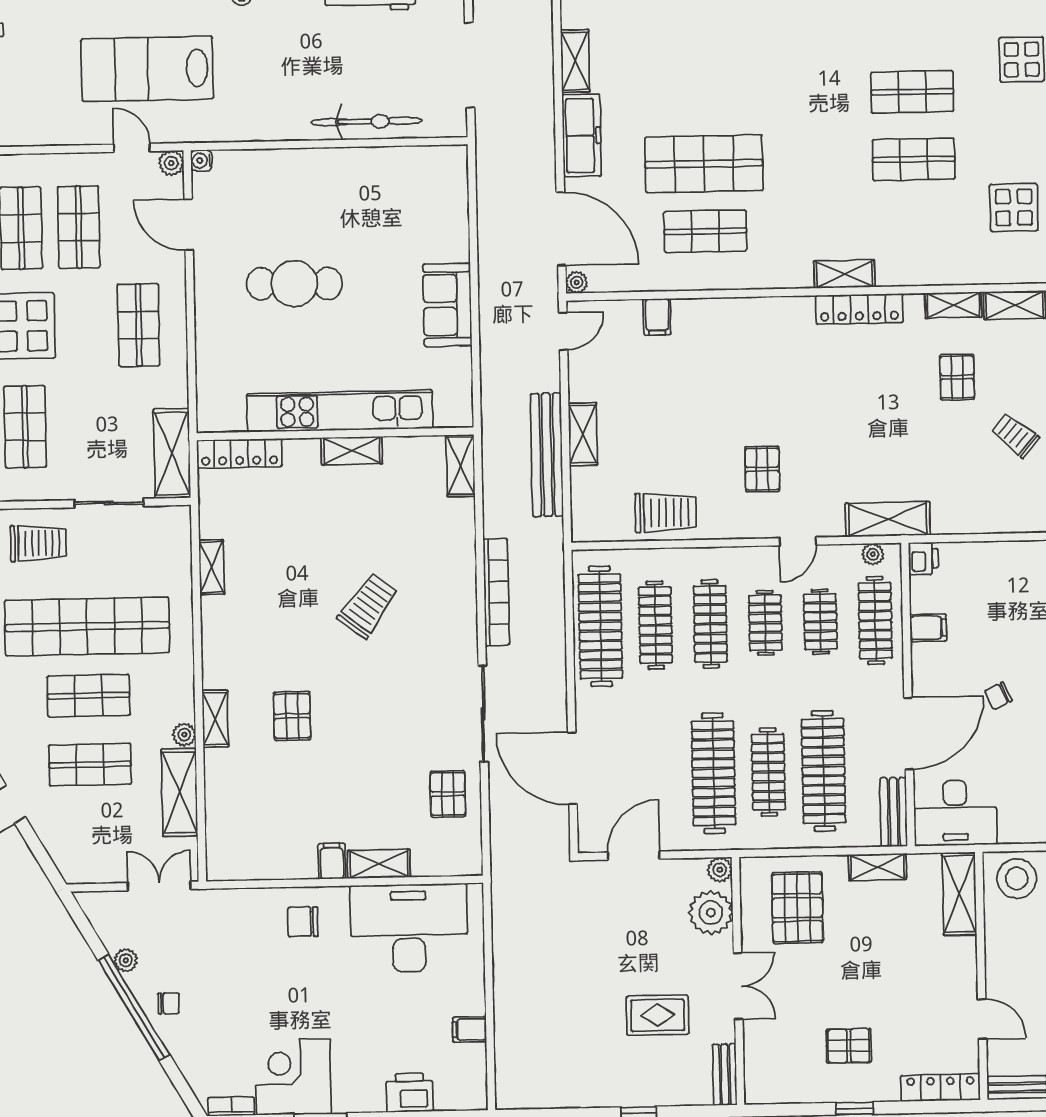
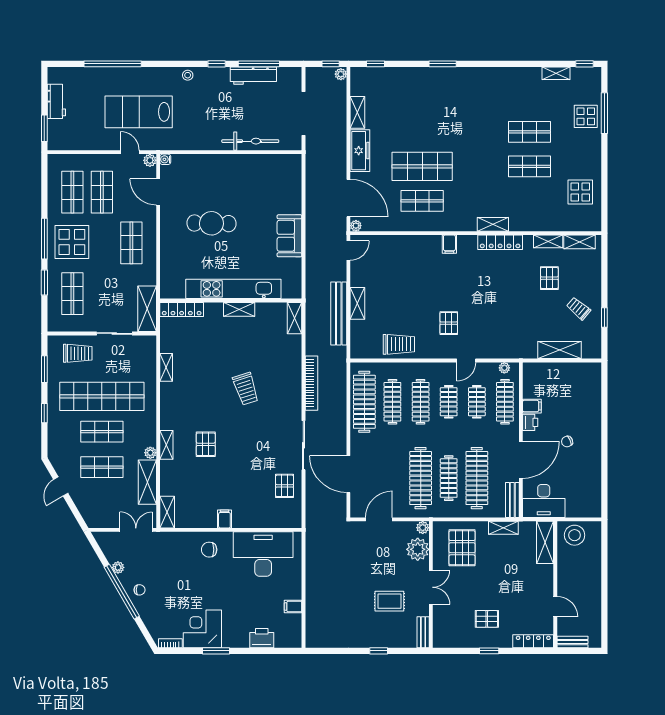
filing cabinet: (657, 317) -> (449, 244), moved
shelving: (888, 519) -> (559, 350), moved
printer: (923, 558) -> (530, 422), moved
trolley: (368, 606) -> (246, 389), turned 125
shelving: (379, 864) -> (167, 512), moved, turned 90

